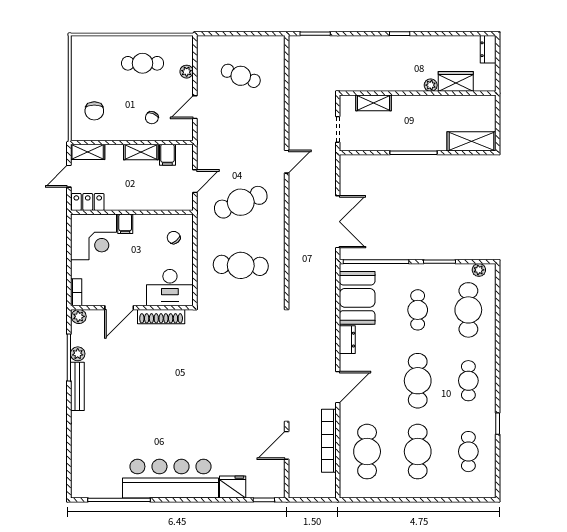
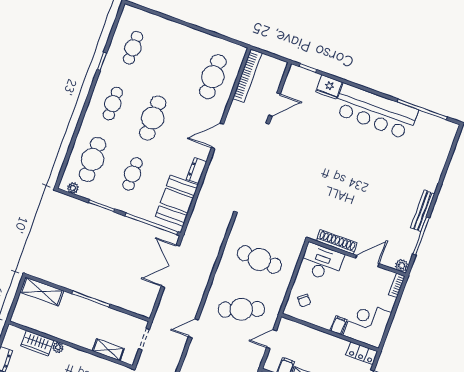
plant: (78, 354) -> (413, 236), removed
bookcase: (329, 441) -> (247, 76), moved
cafe table: (418, 452) -> (173, 62), removed

